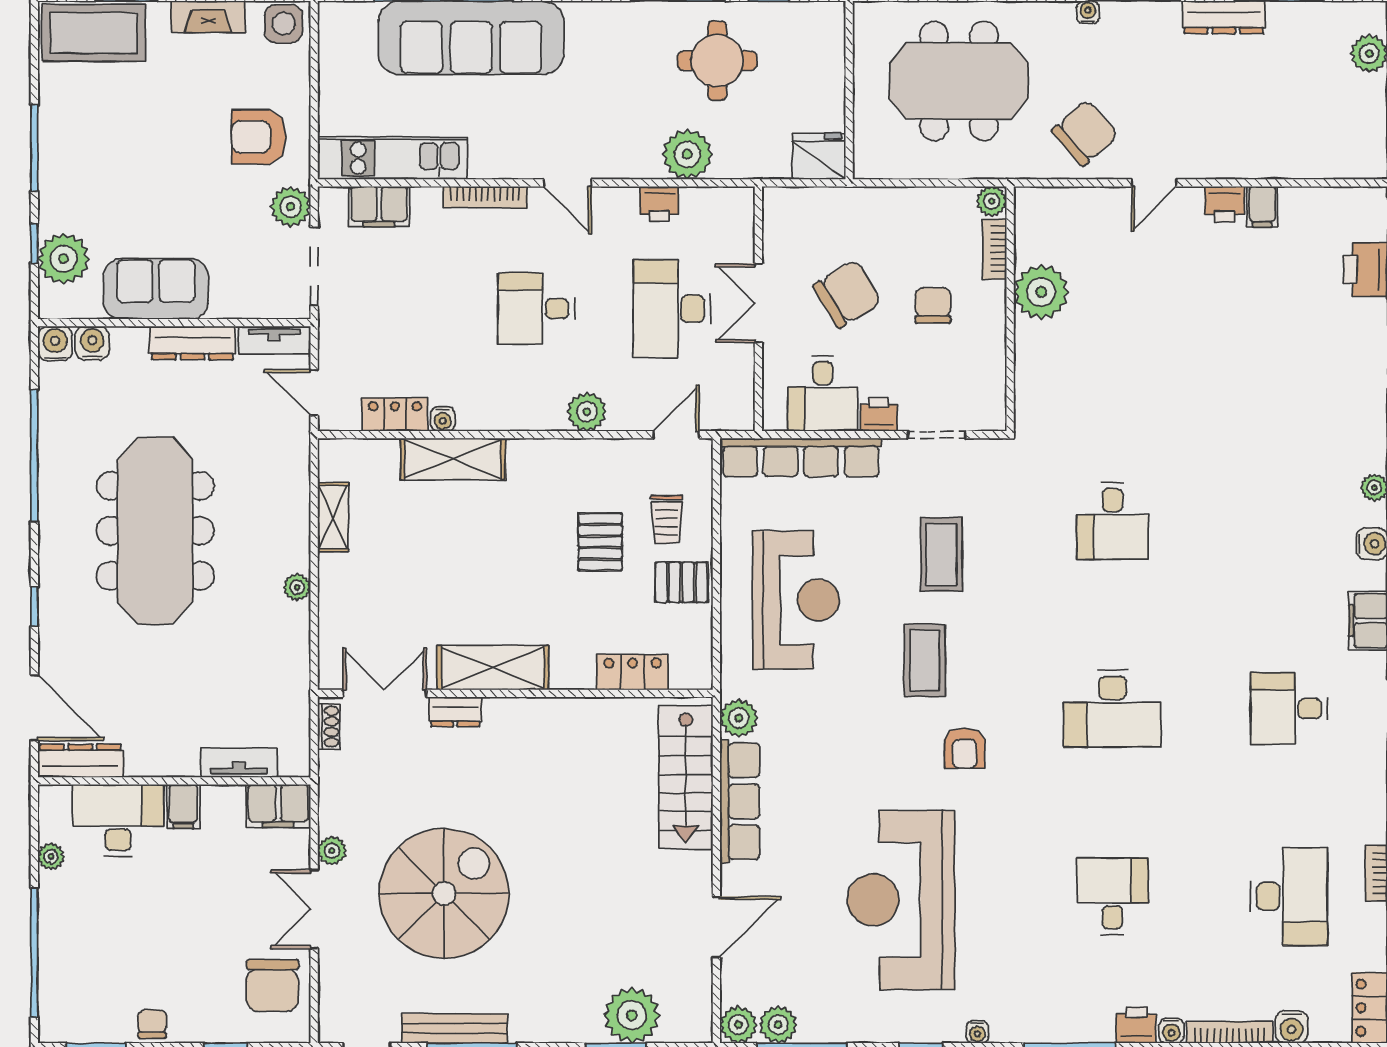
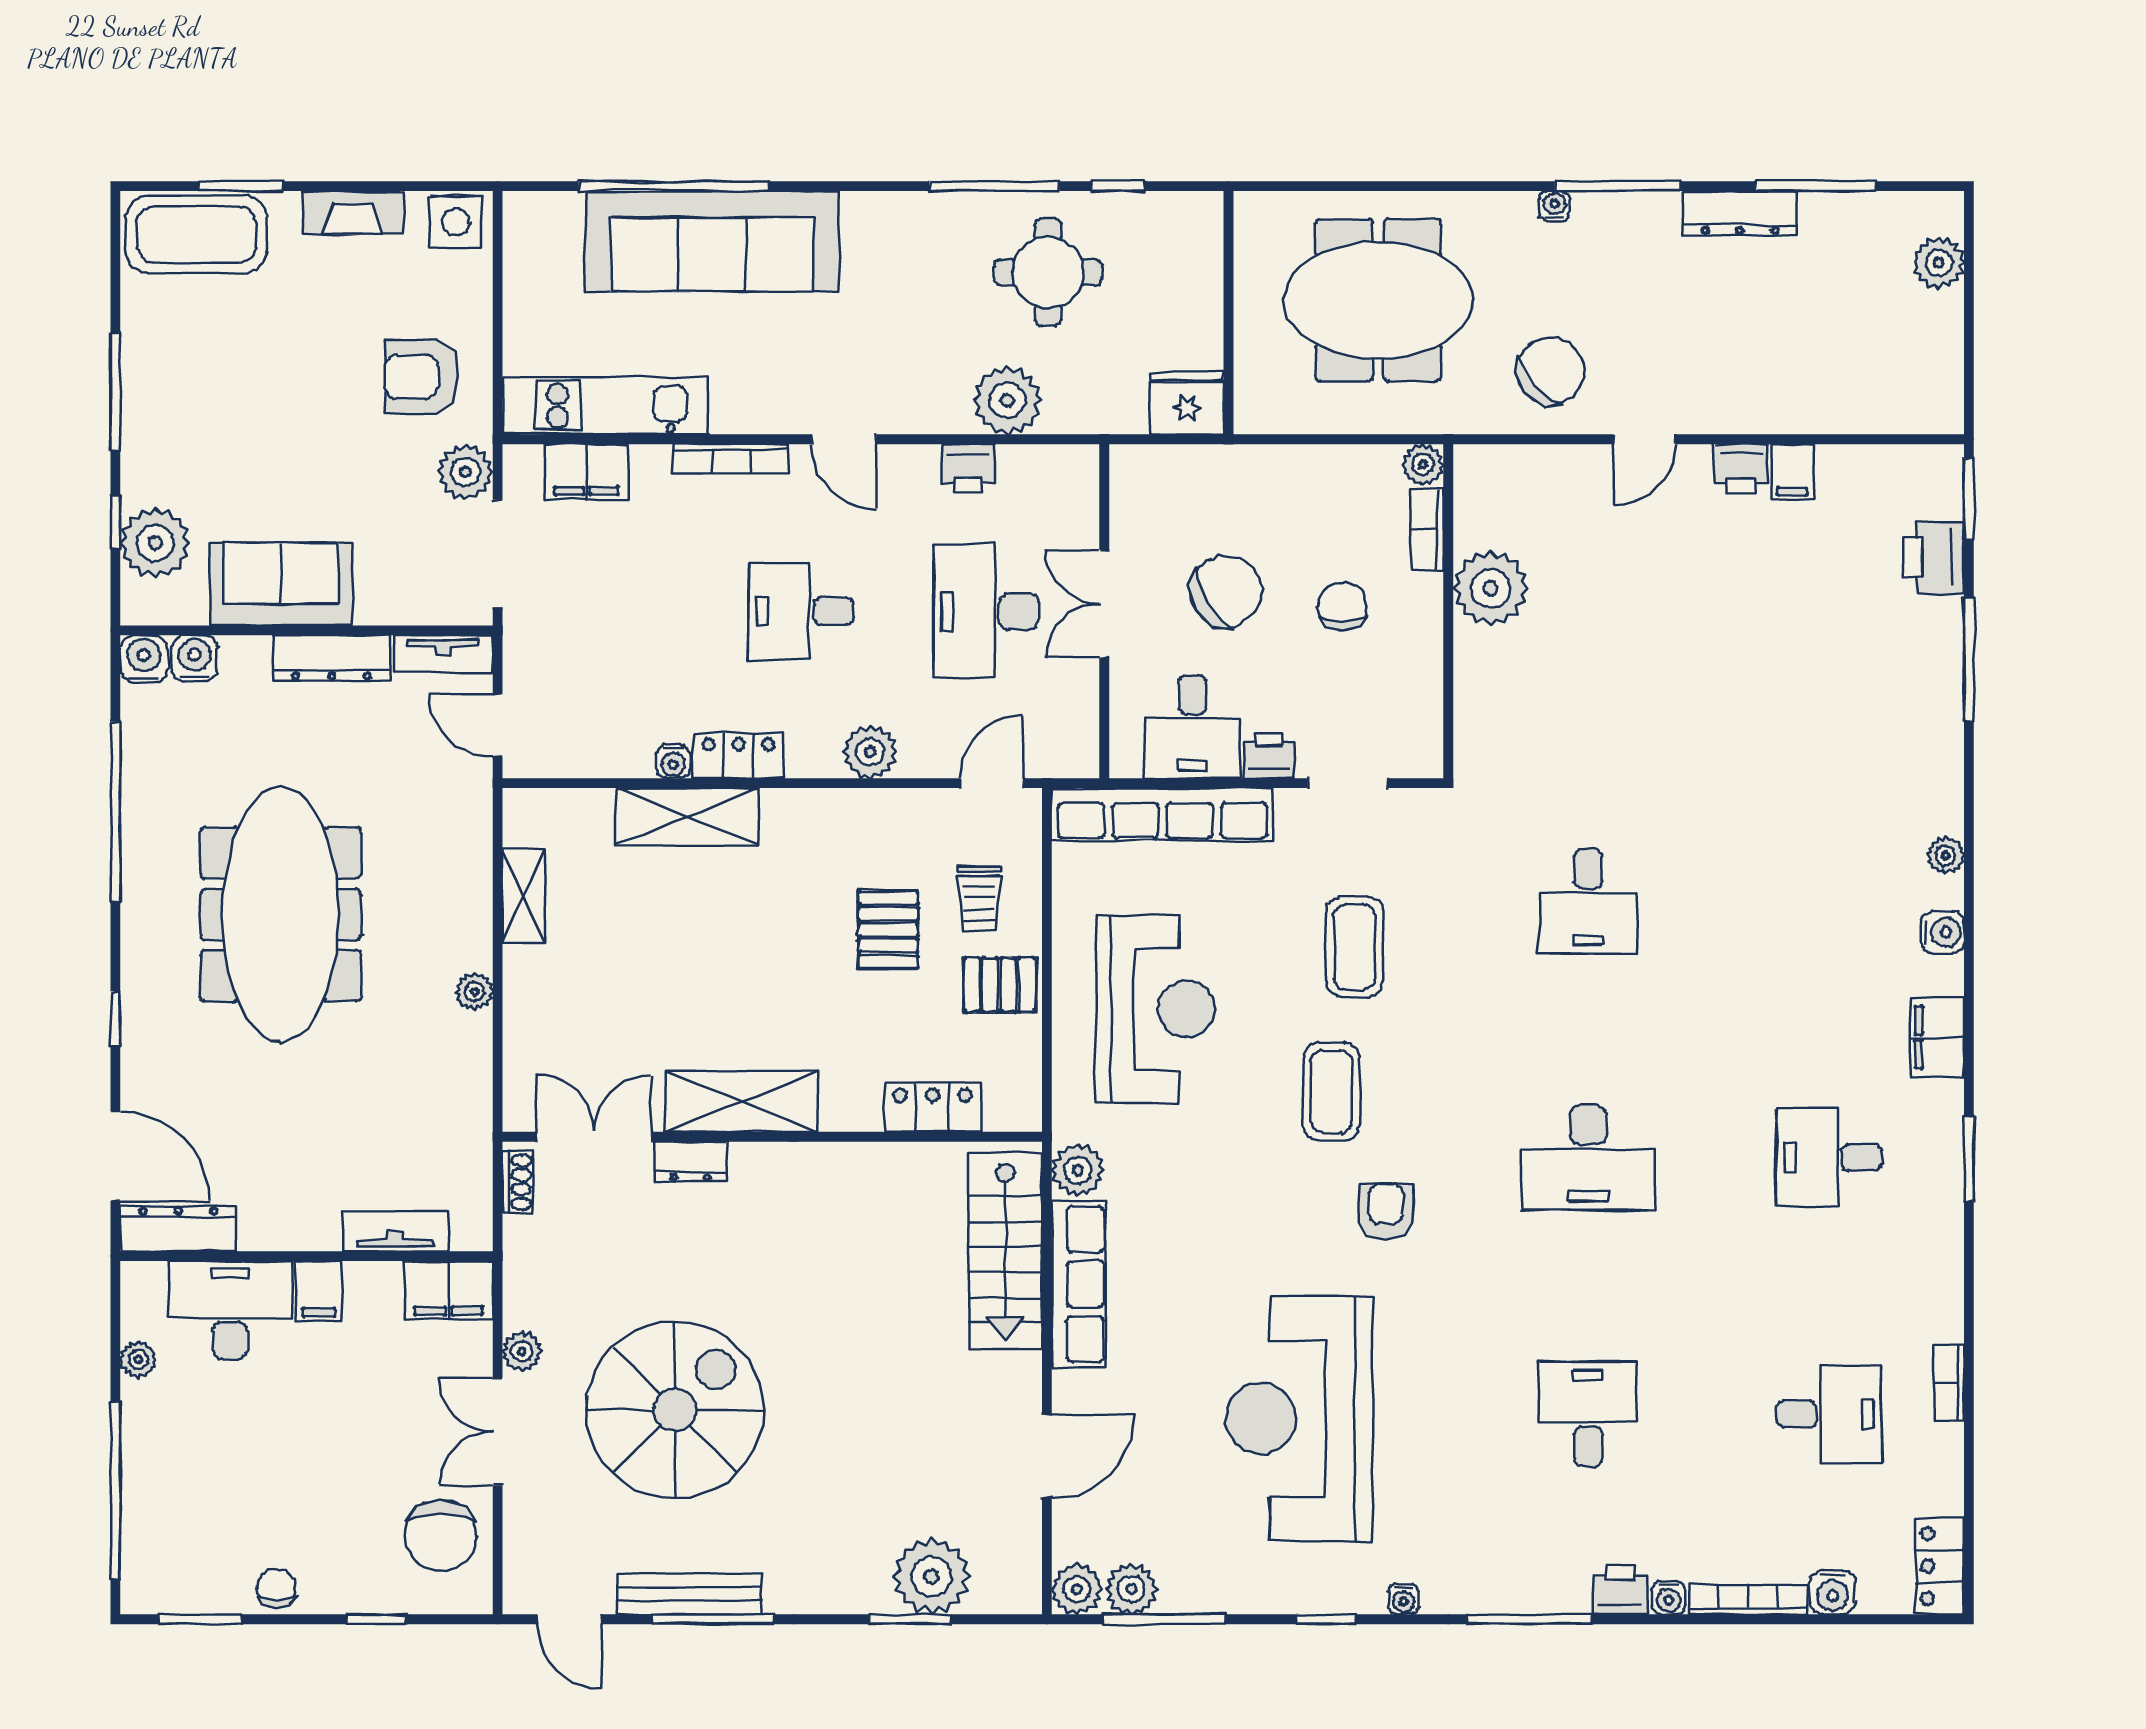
locker: (395, 415) -> (738, 756), moved
armchair: (964, 748) -> (1386, 1212), turned 180
desk: (1289, 896) -> (1829, 1414), width x0.73

